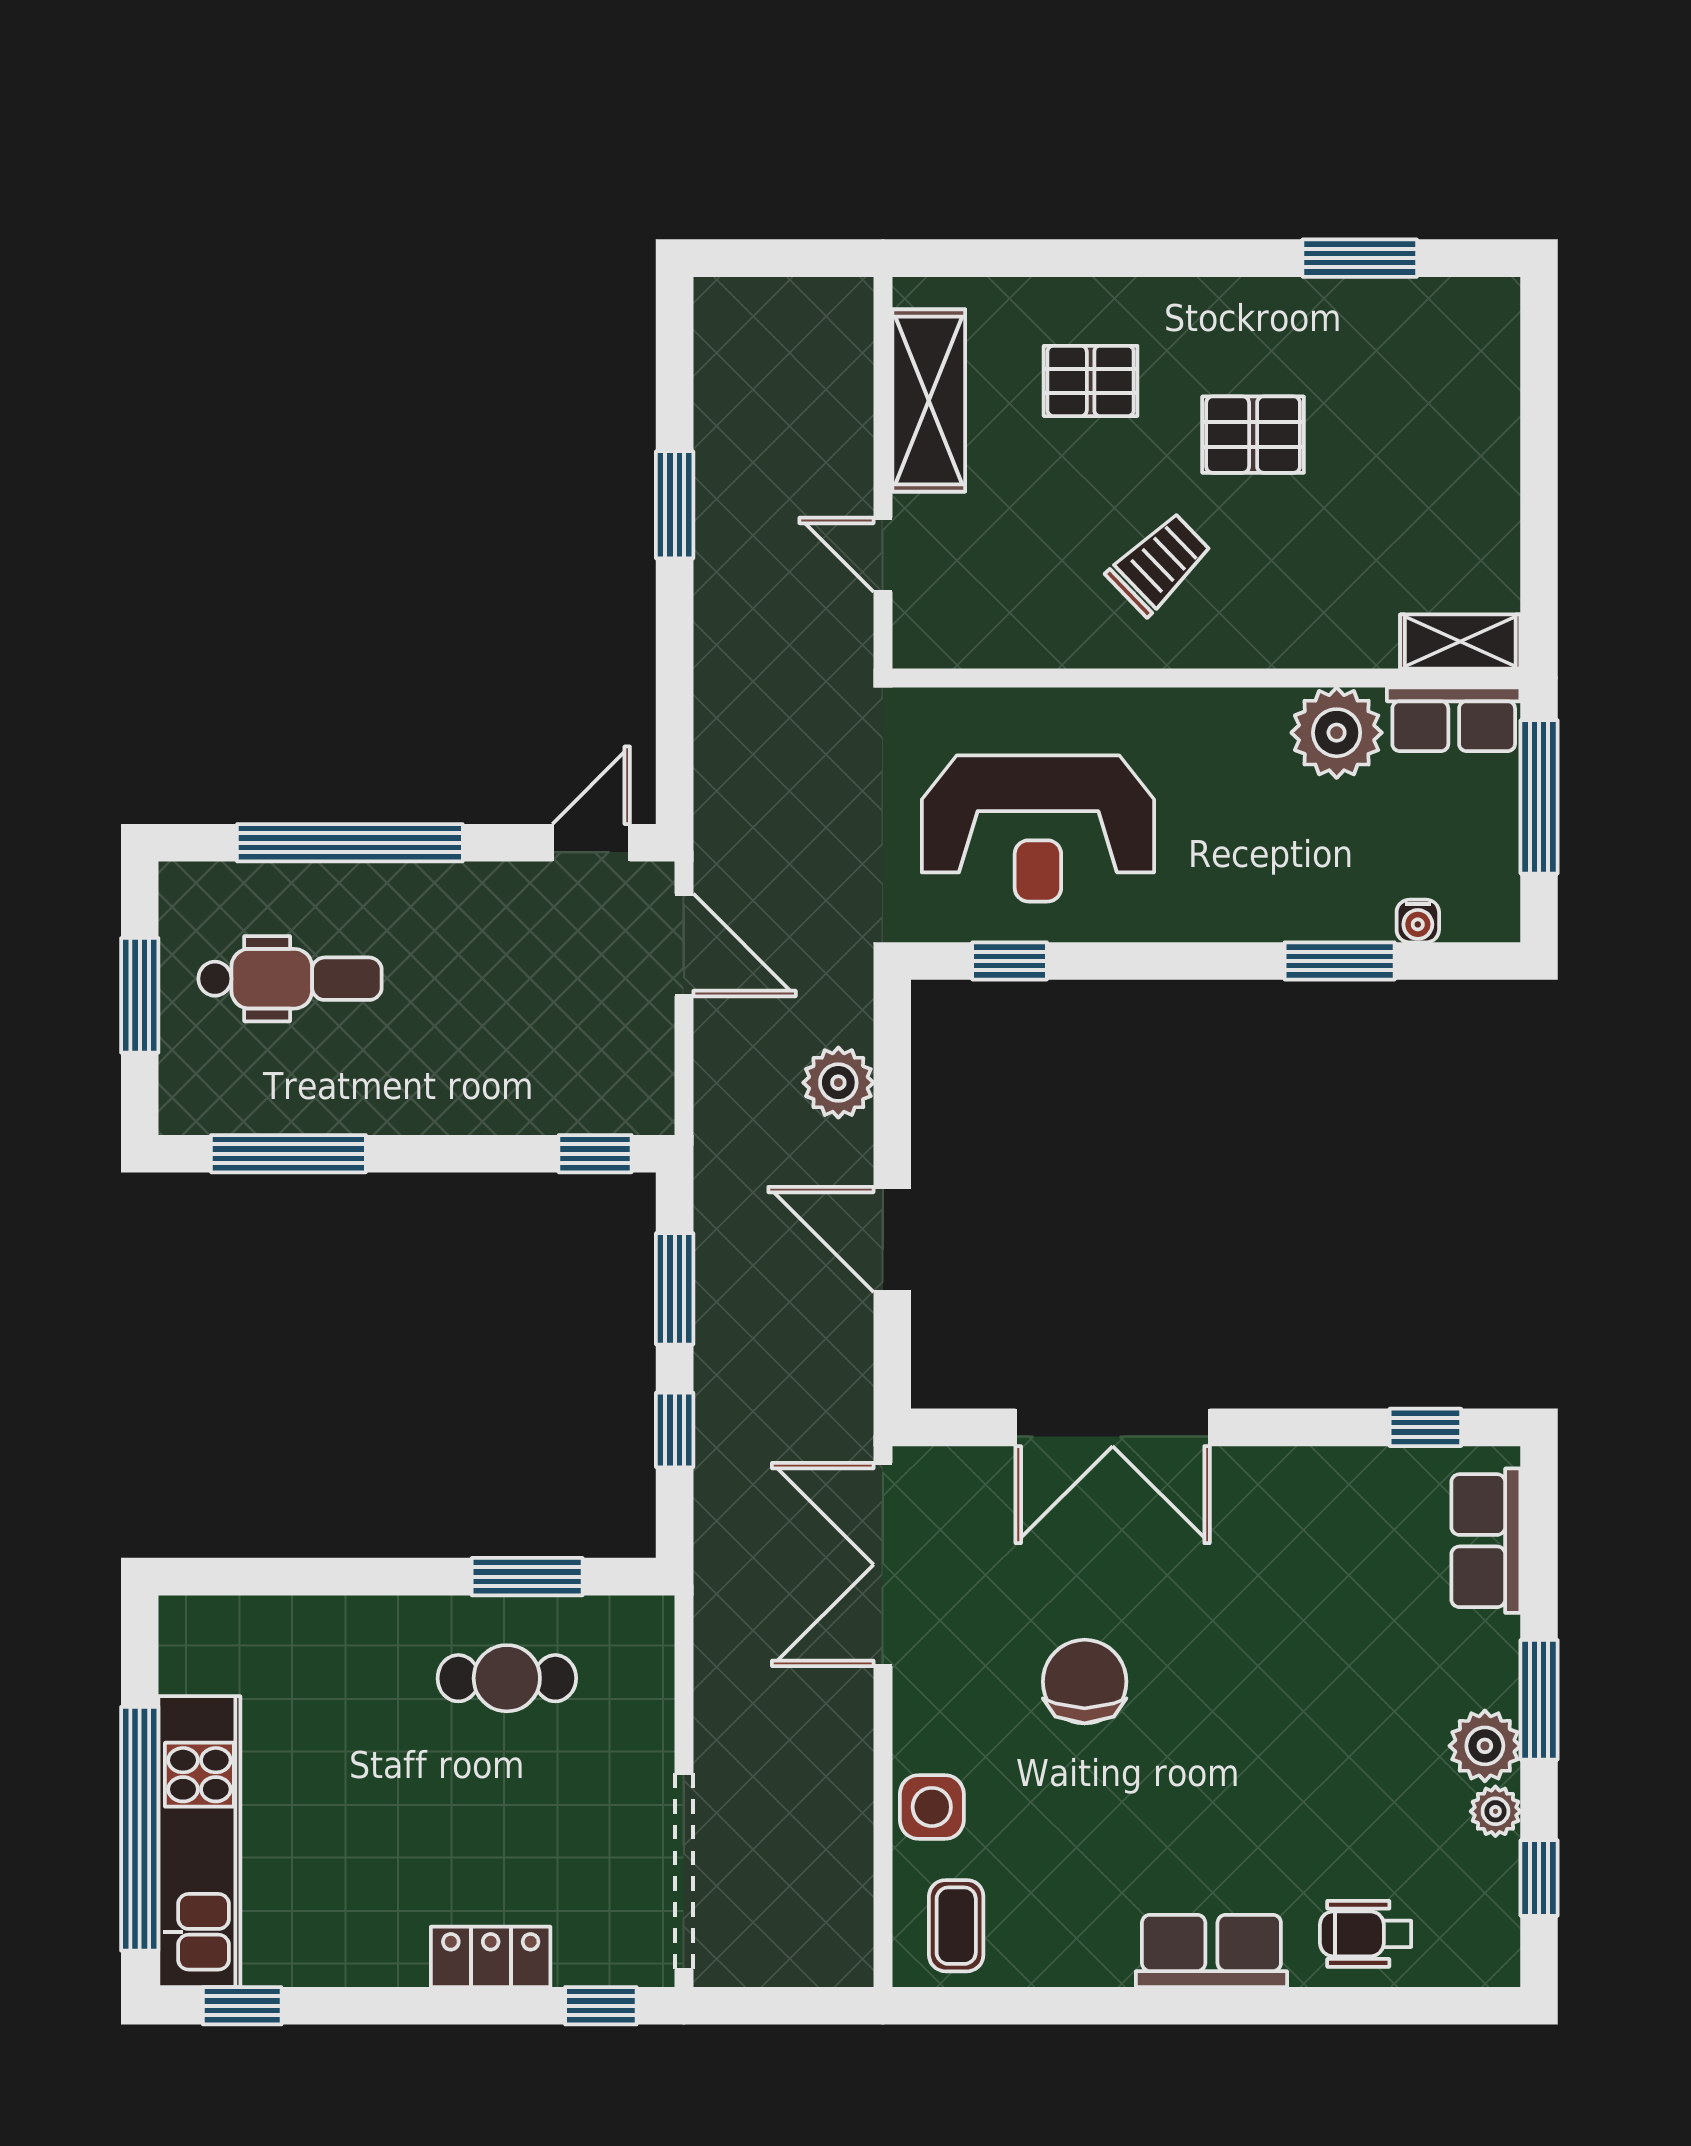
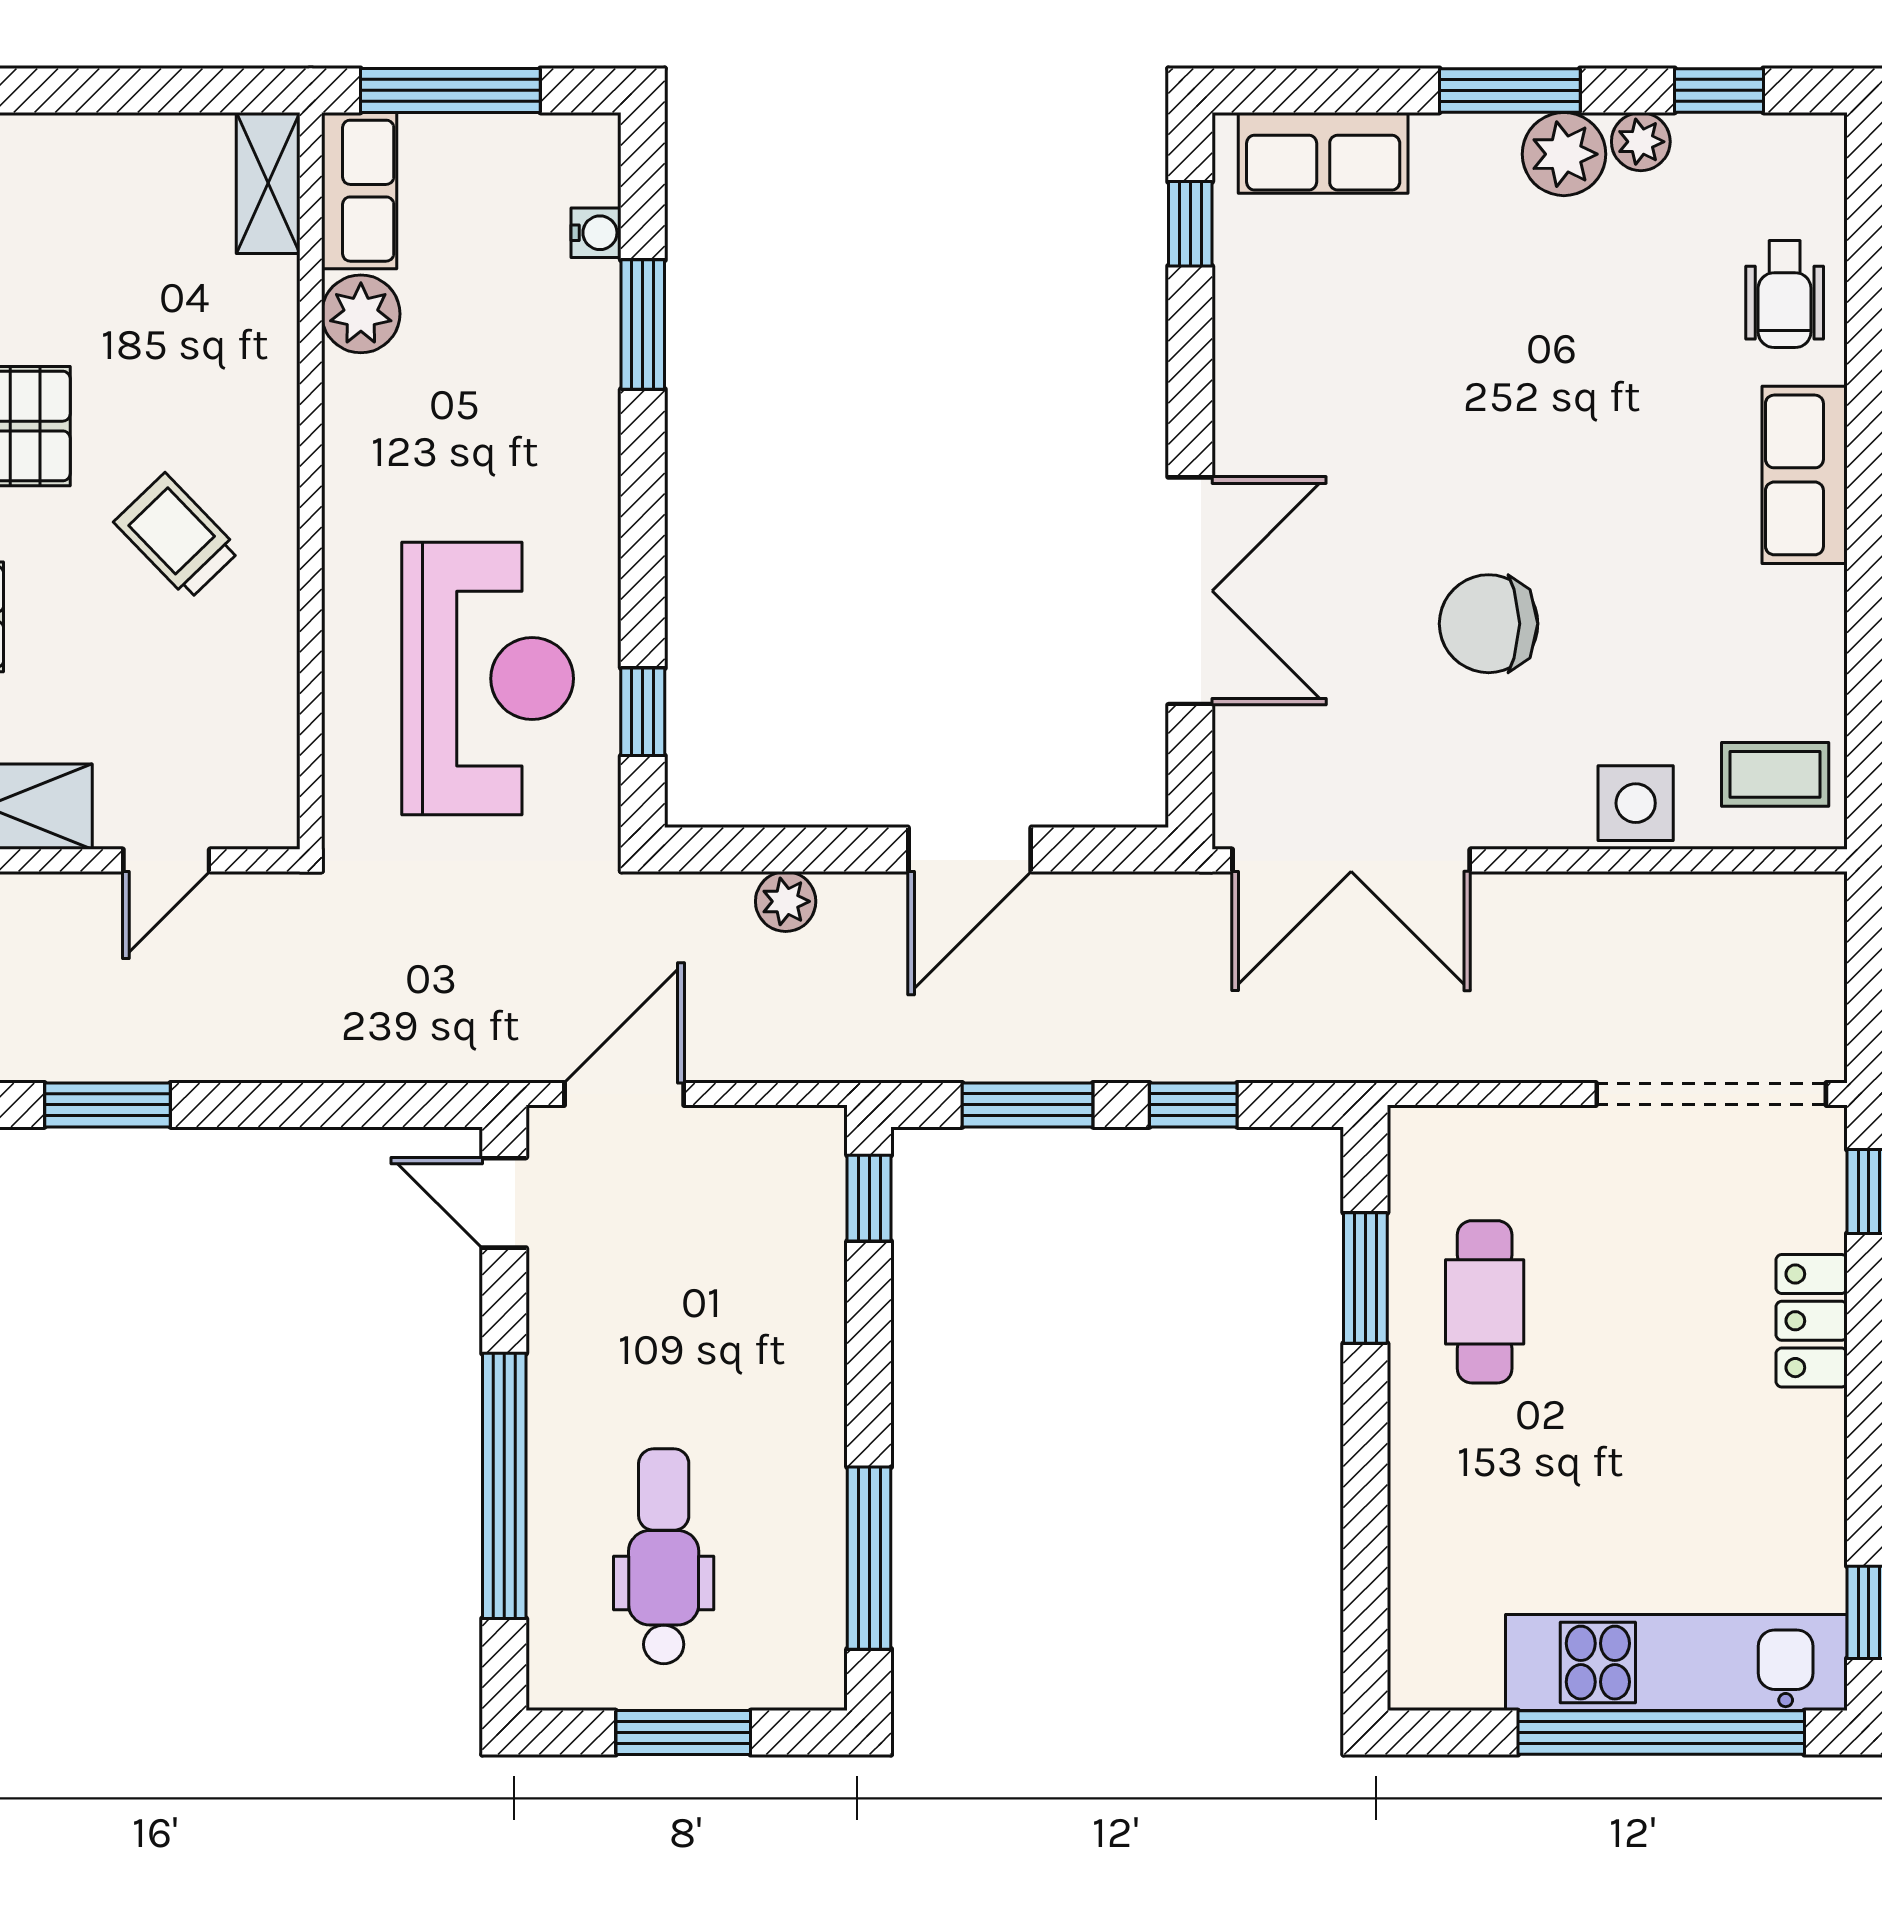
plant: (1337, 733) -> (361, 314), width x0.73, depth x0.73
plant: (838, 1083) -> (786, 901), width x0.73, depth x0.73

